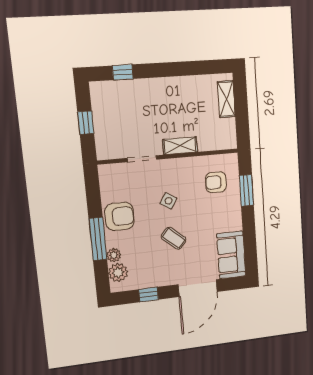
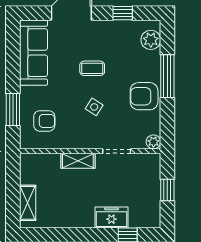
freezer: (141, 90) -> (111, 218), added
coffee table: (174, 238) -> (92, 68), turned -41
plant: (114, 255) -> (153, 142), moved
sofa: (231, 255) -> (34, 53), width x1.36

